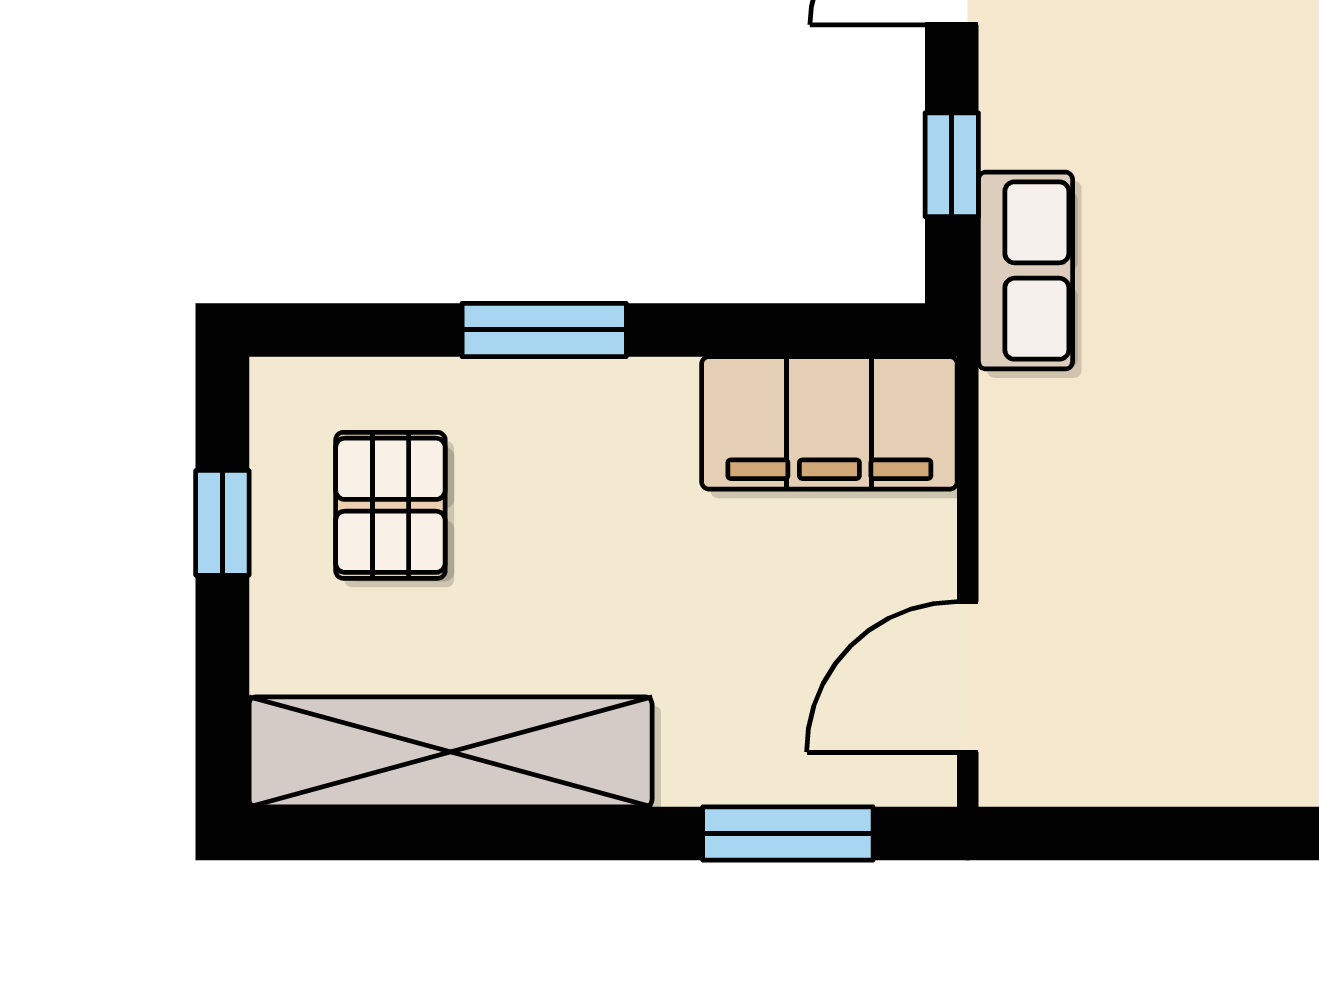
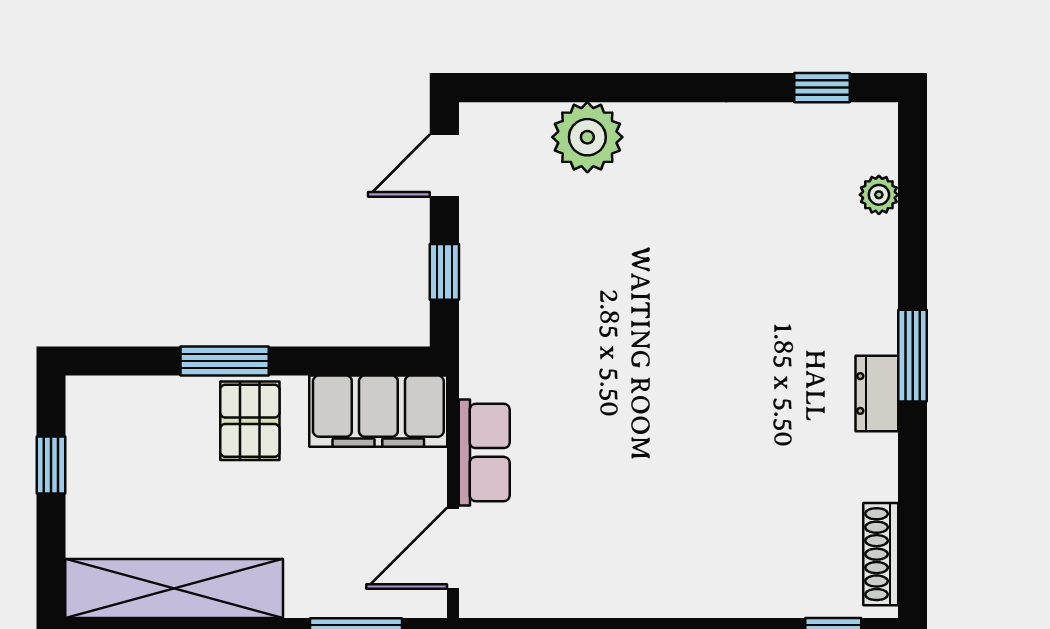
row of seats: (1026, 271) -> (484, 452), moved
pallet: (390, 505) -> (250, 421), moved

